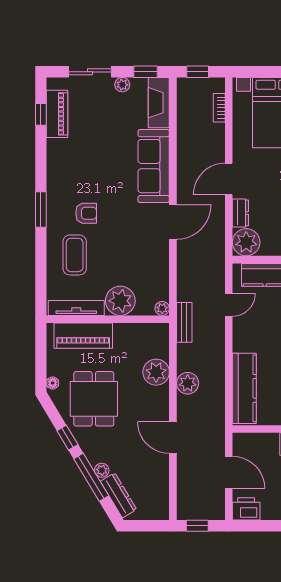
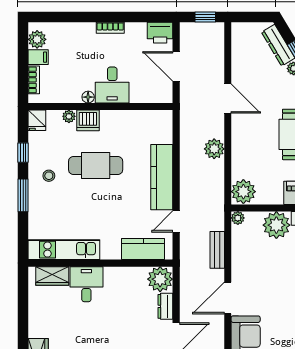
bench: (184, 322) -> (217, 250), moved
plant: (156, 372) -> (243, 192), moved
kitchen counter: (244, 388) -> (162, 177), moved

